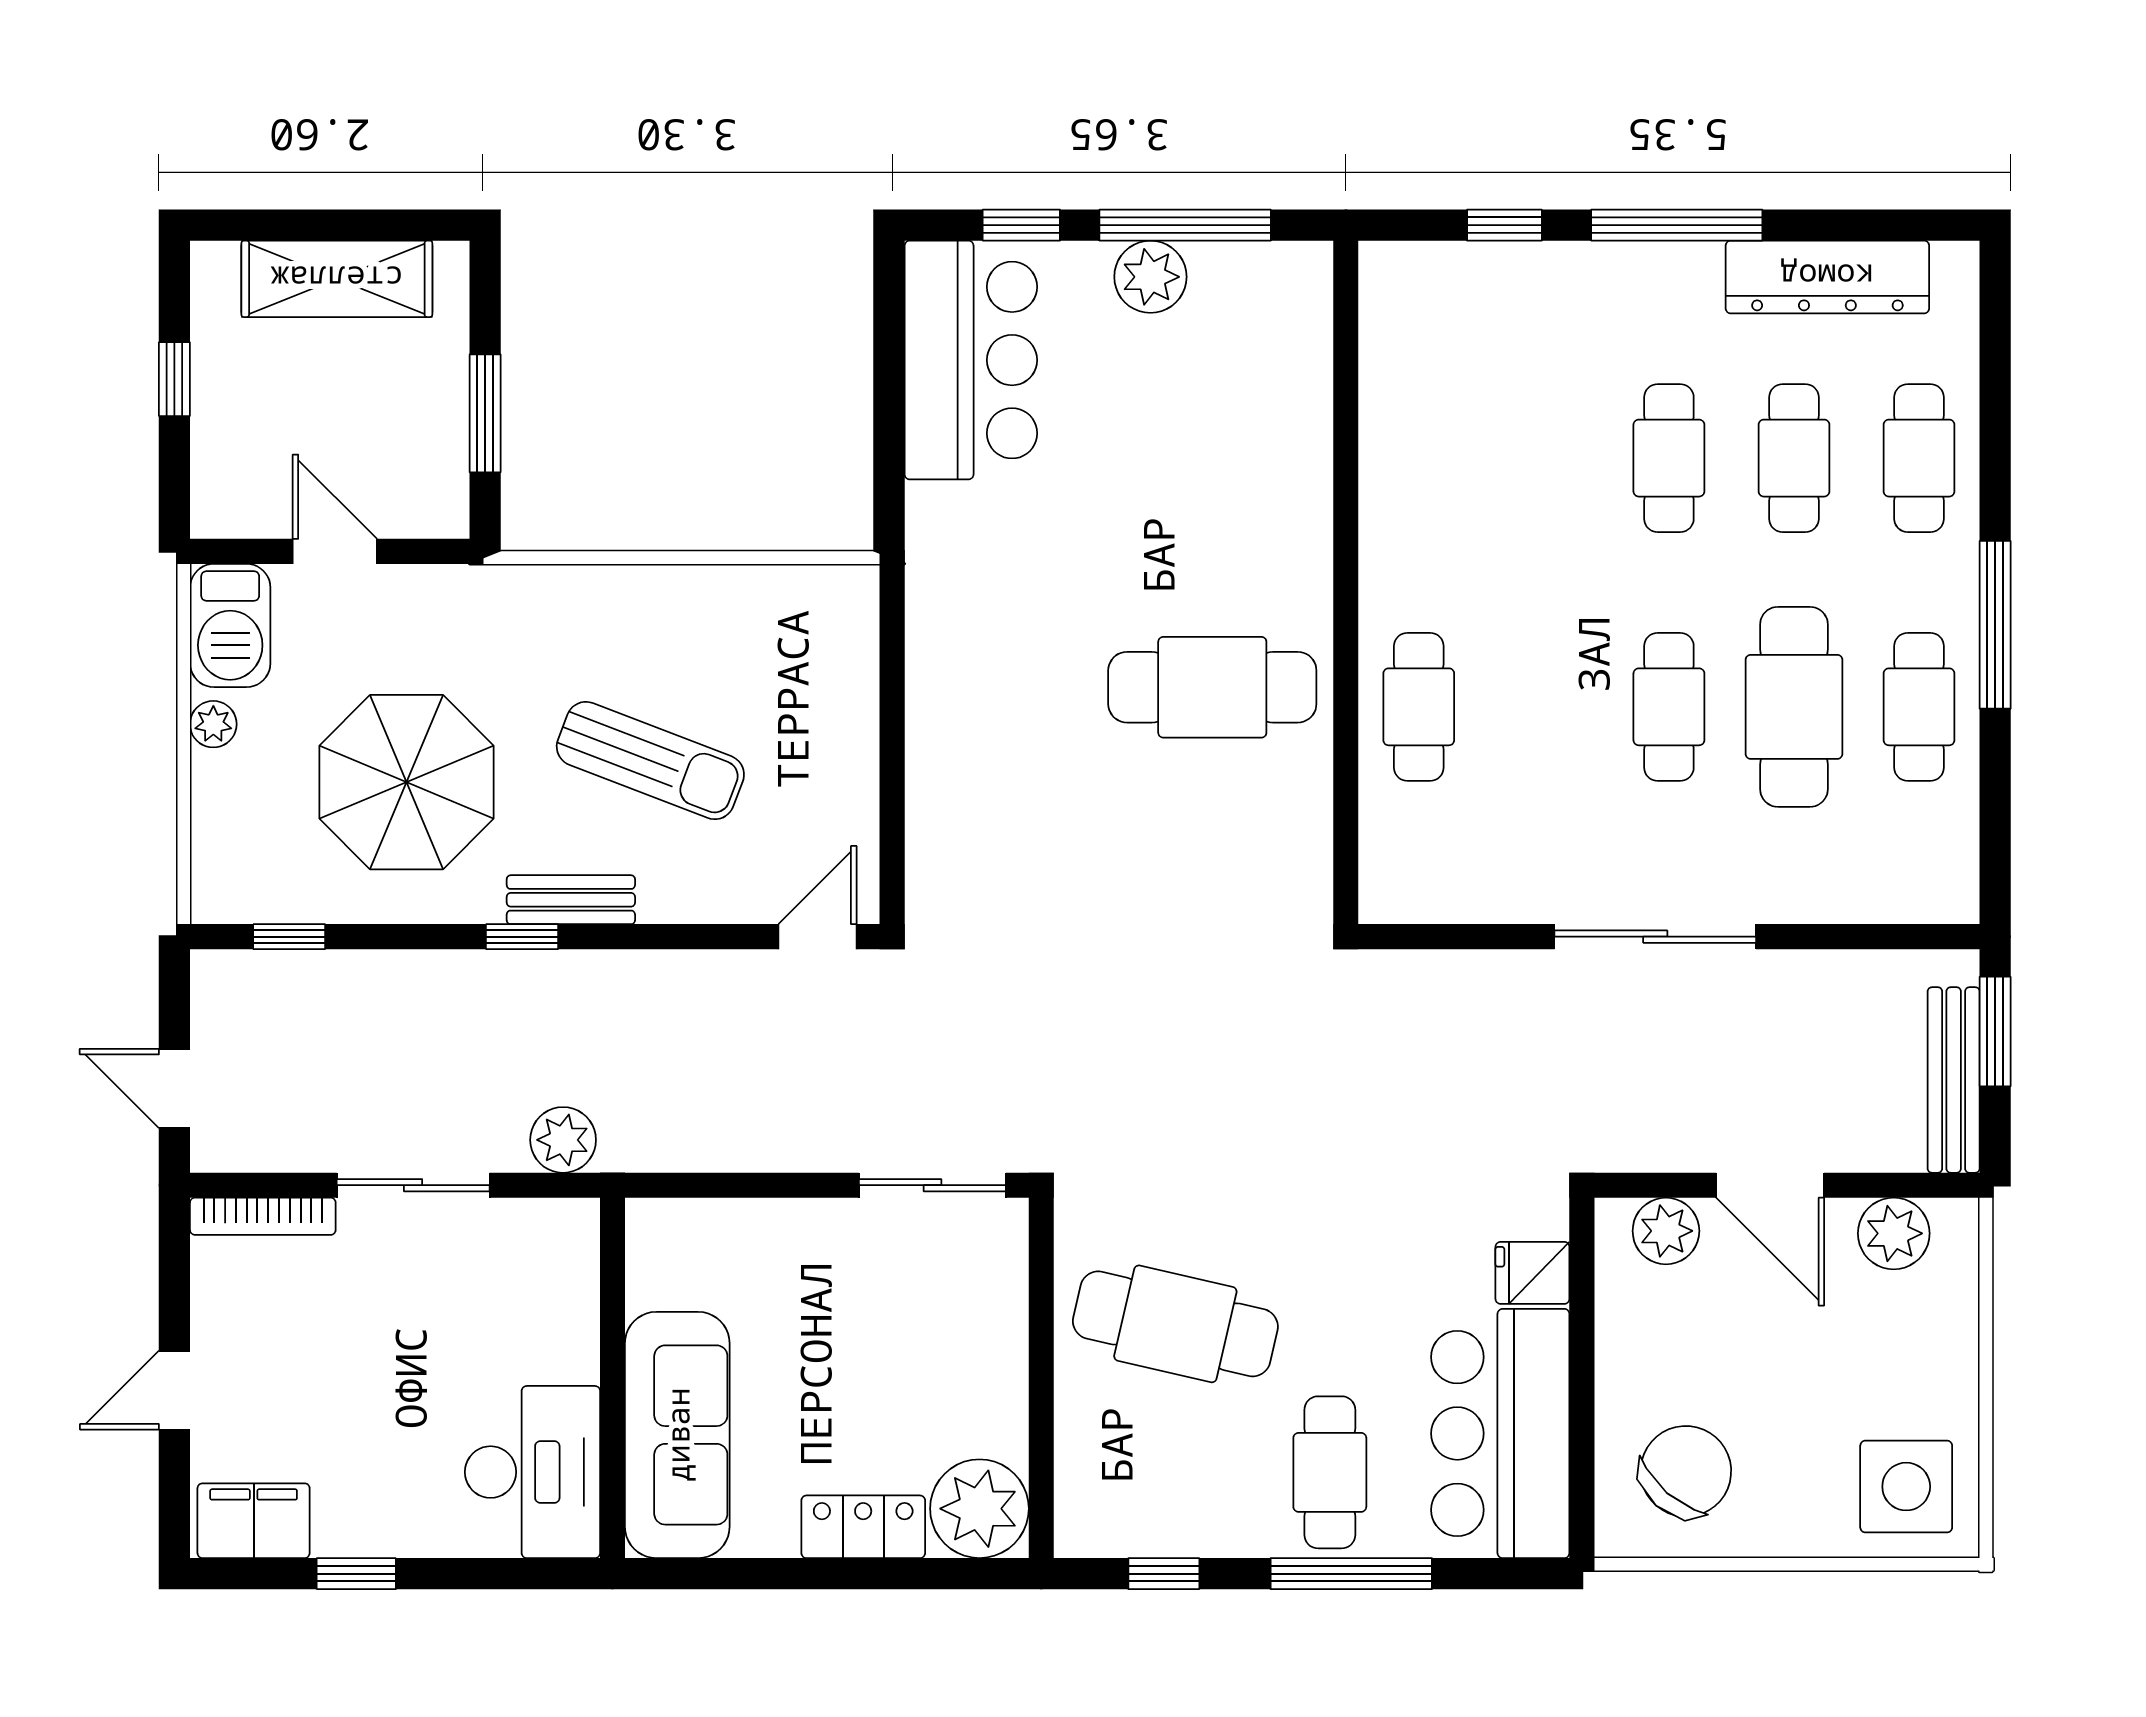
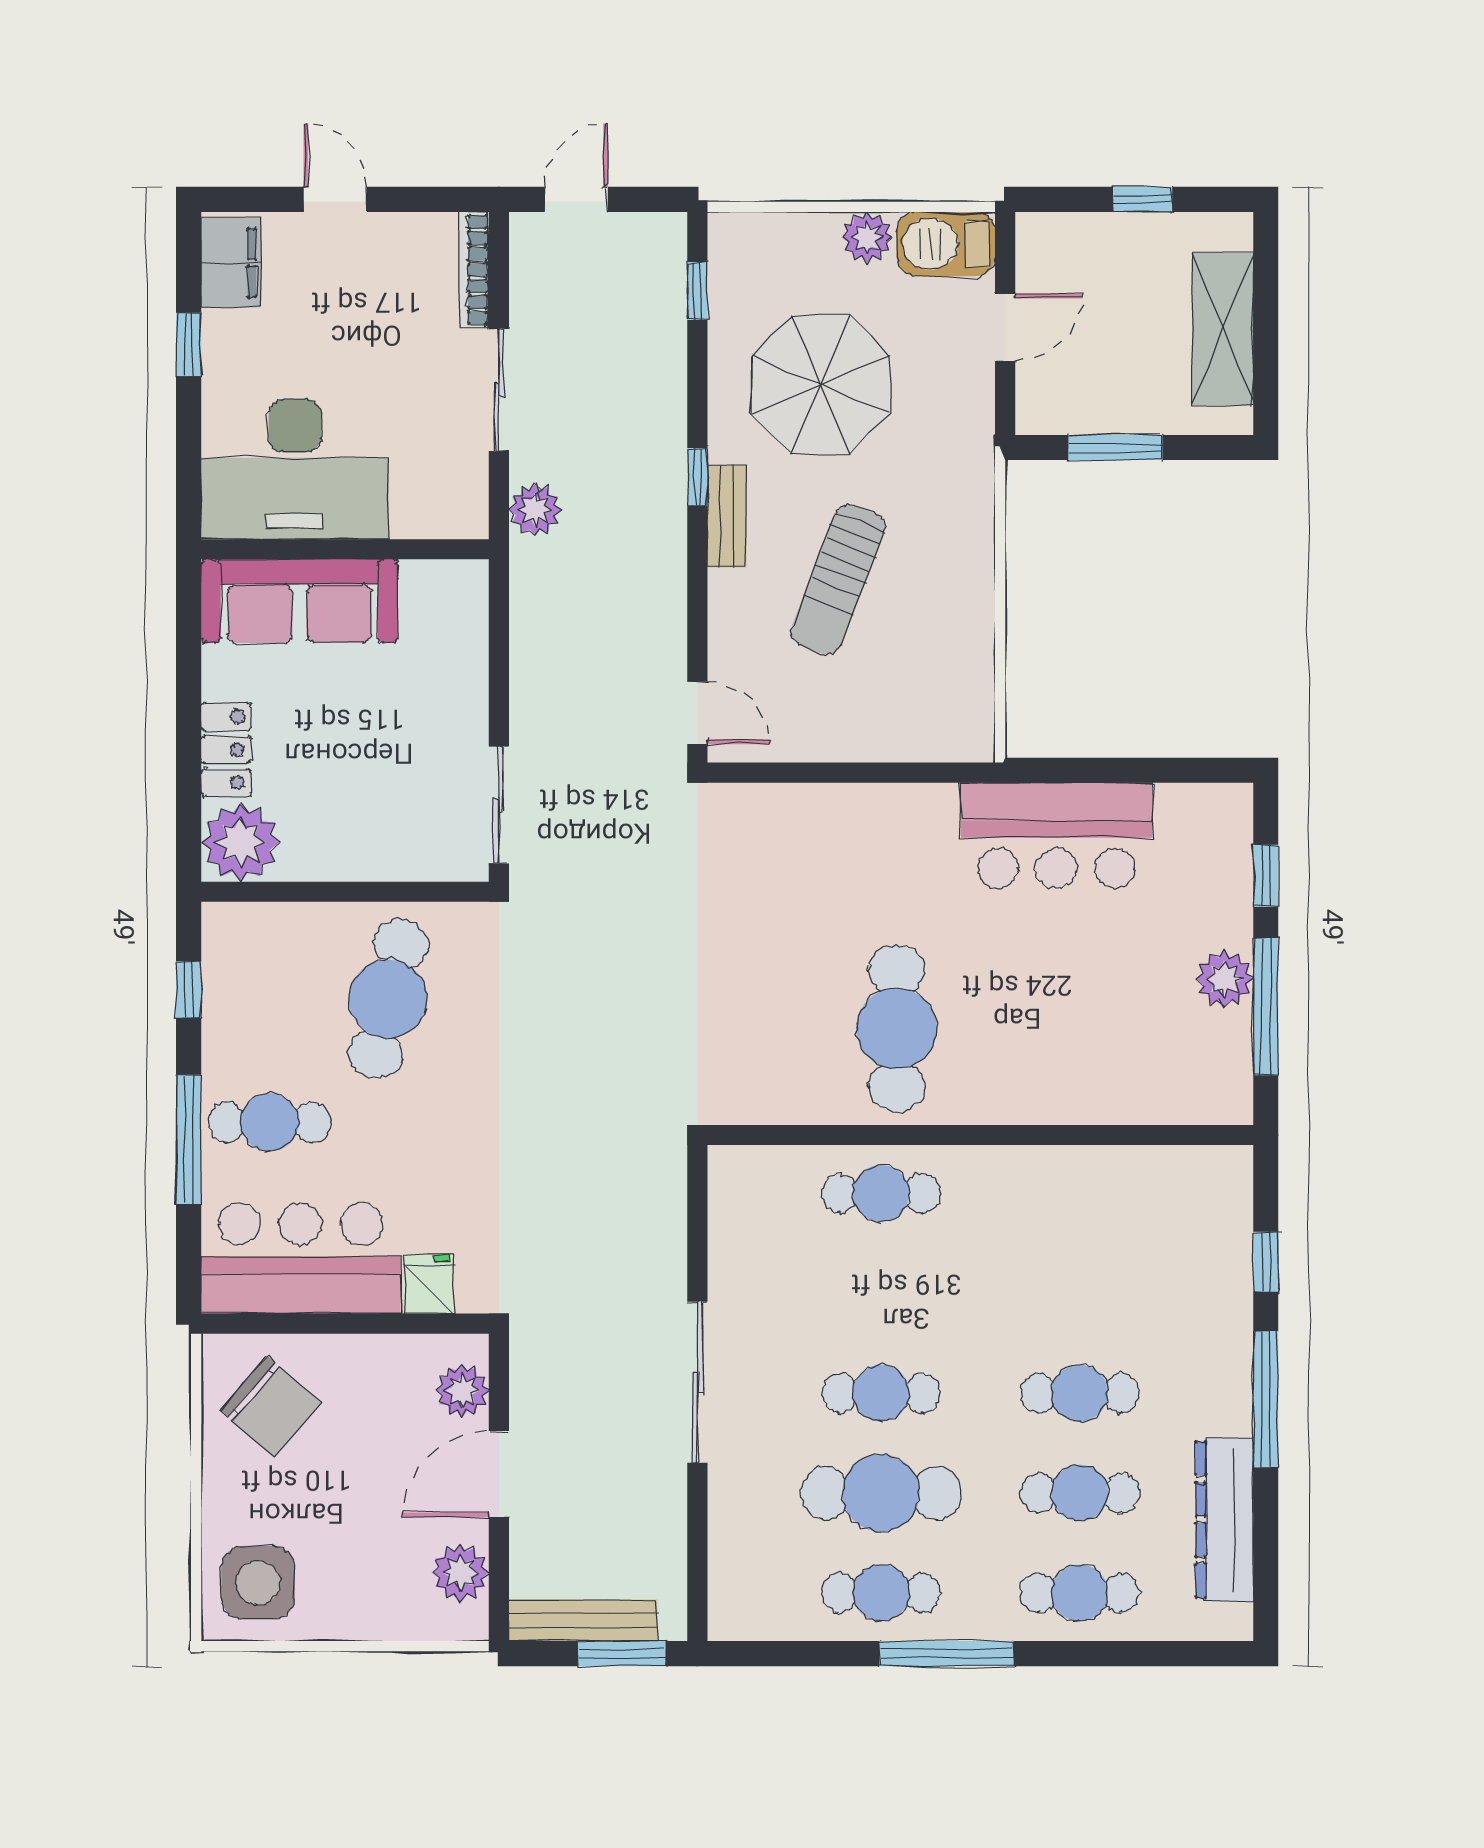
bar counter: (971, 360) -> (1057, 836), moved
plant: (213, 724) -> (867, 237), width x1.38, depth x1.38
desk: (532, 1472) -> (295, 469), width x1.36, depth x1.30

